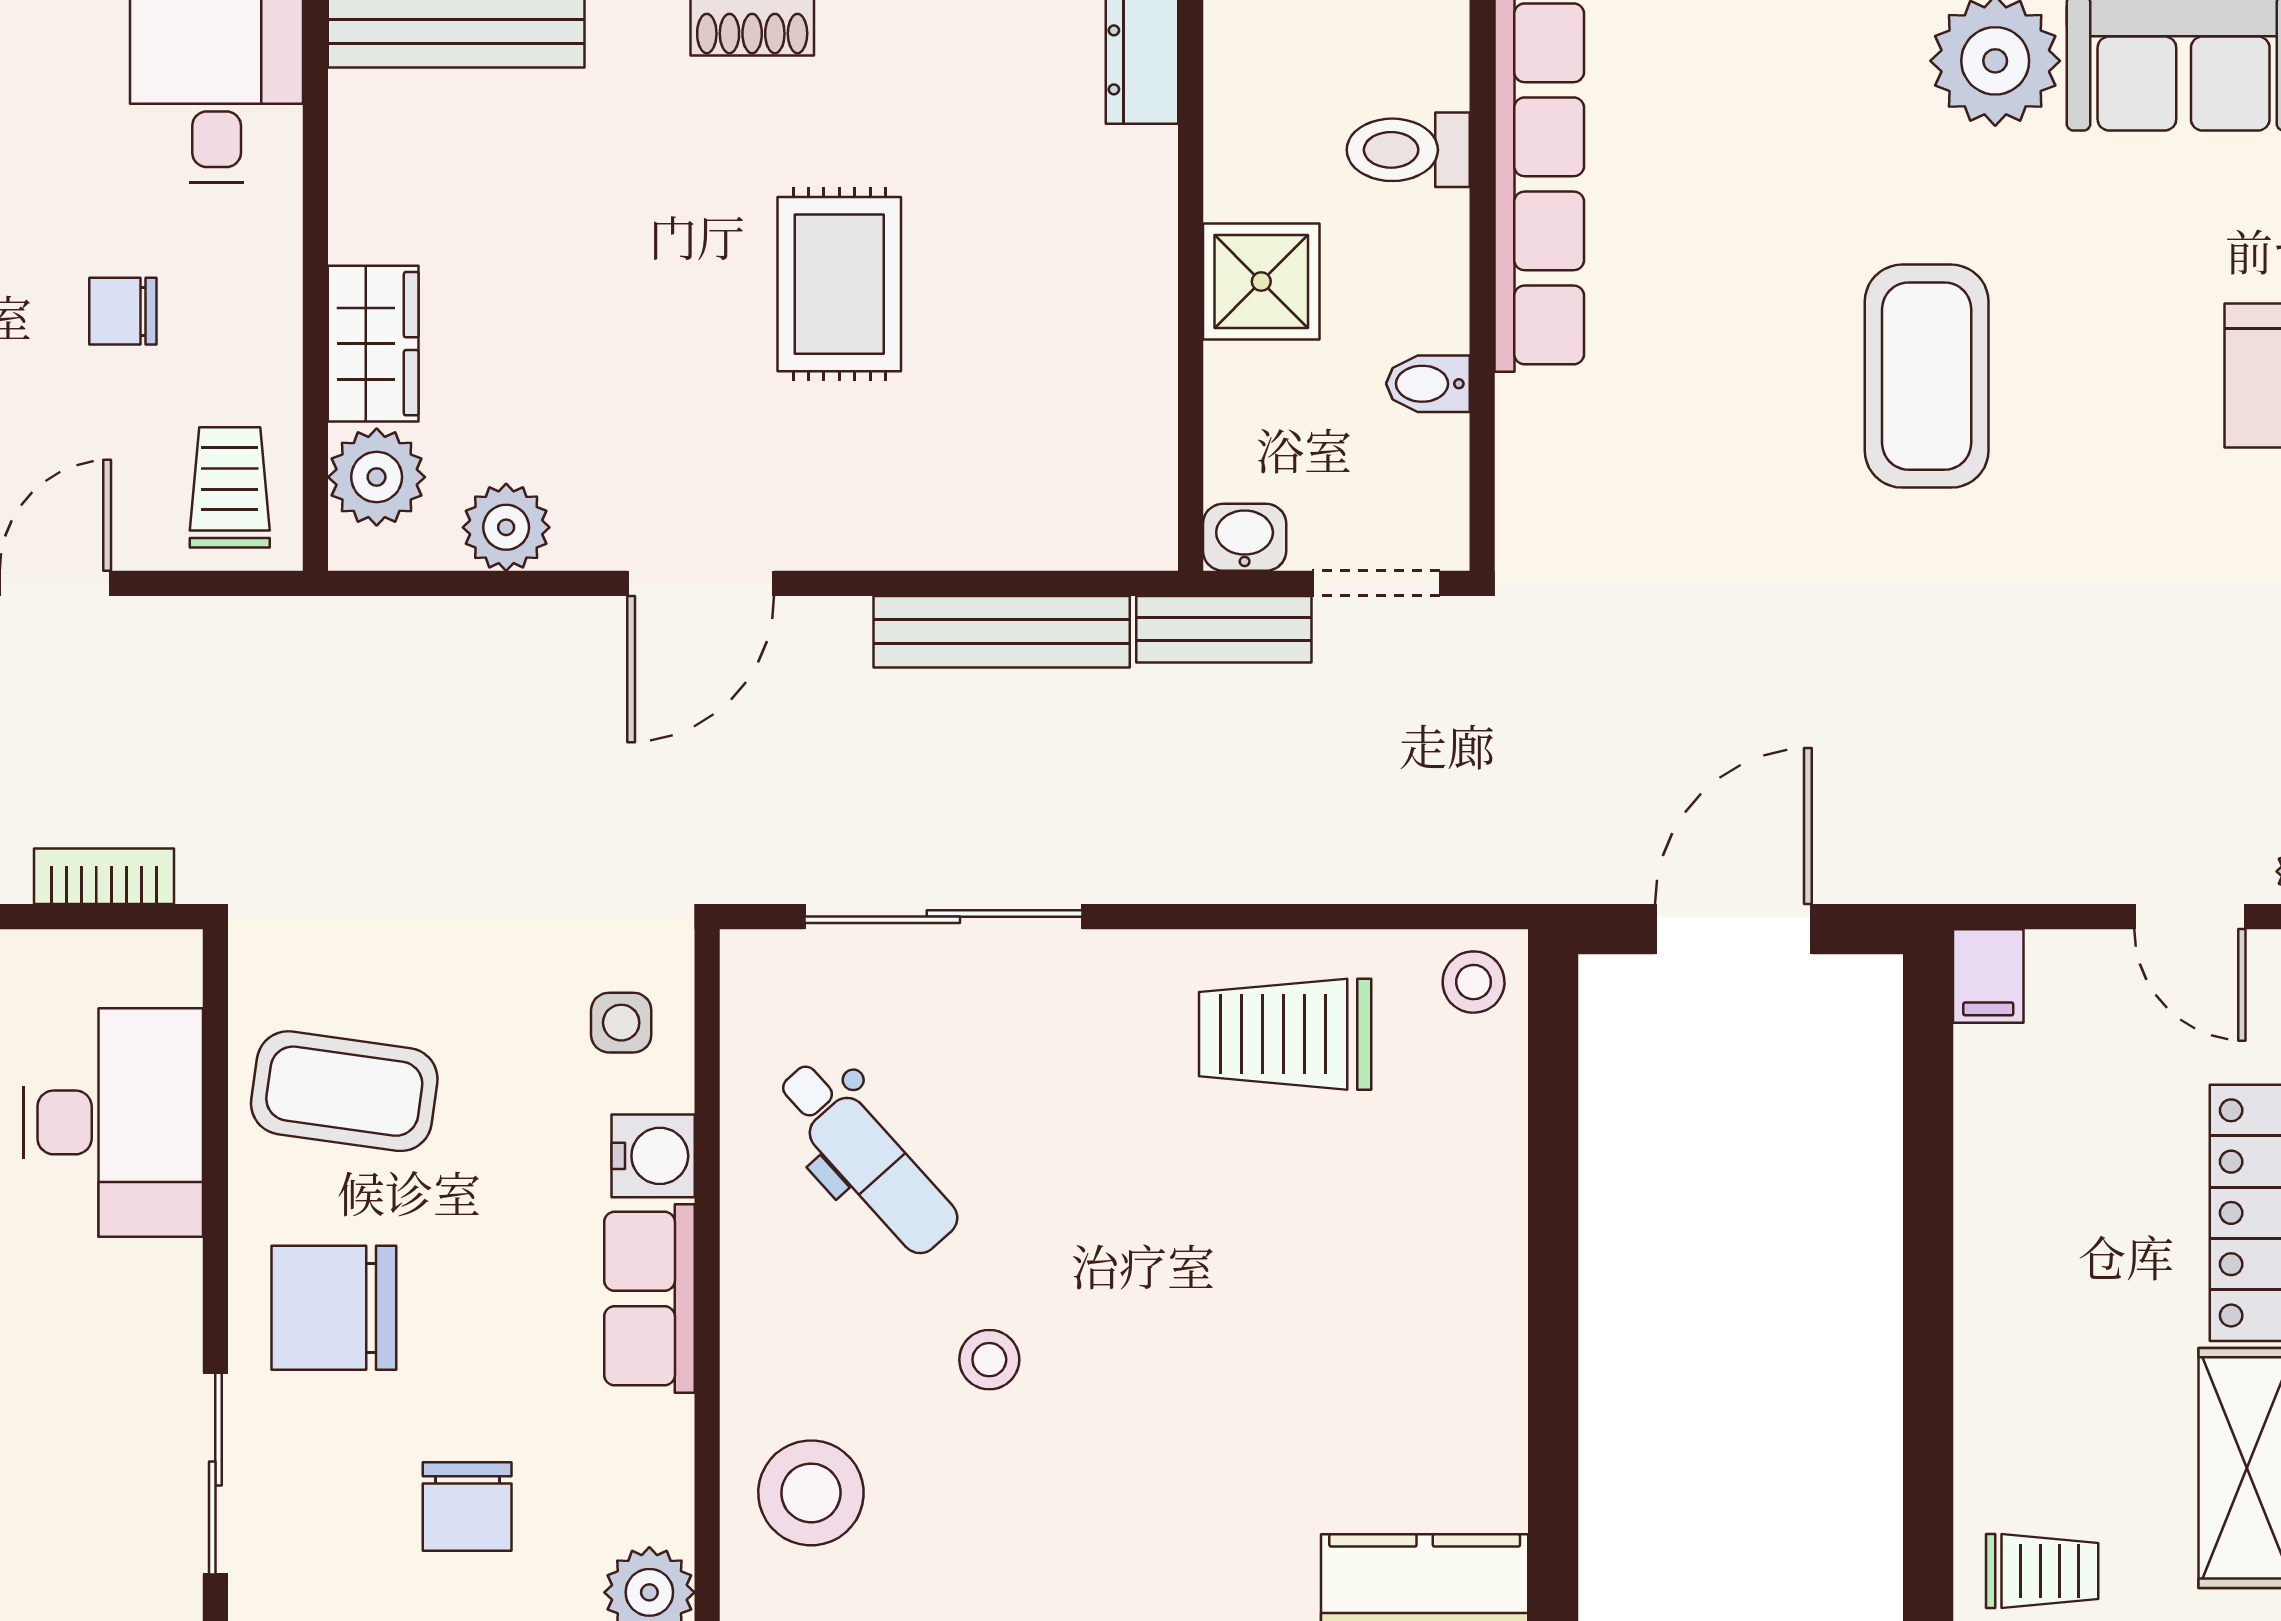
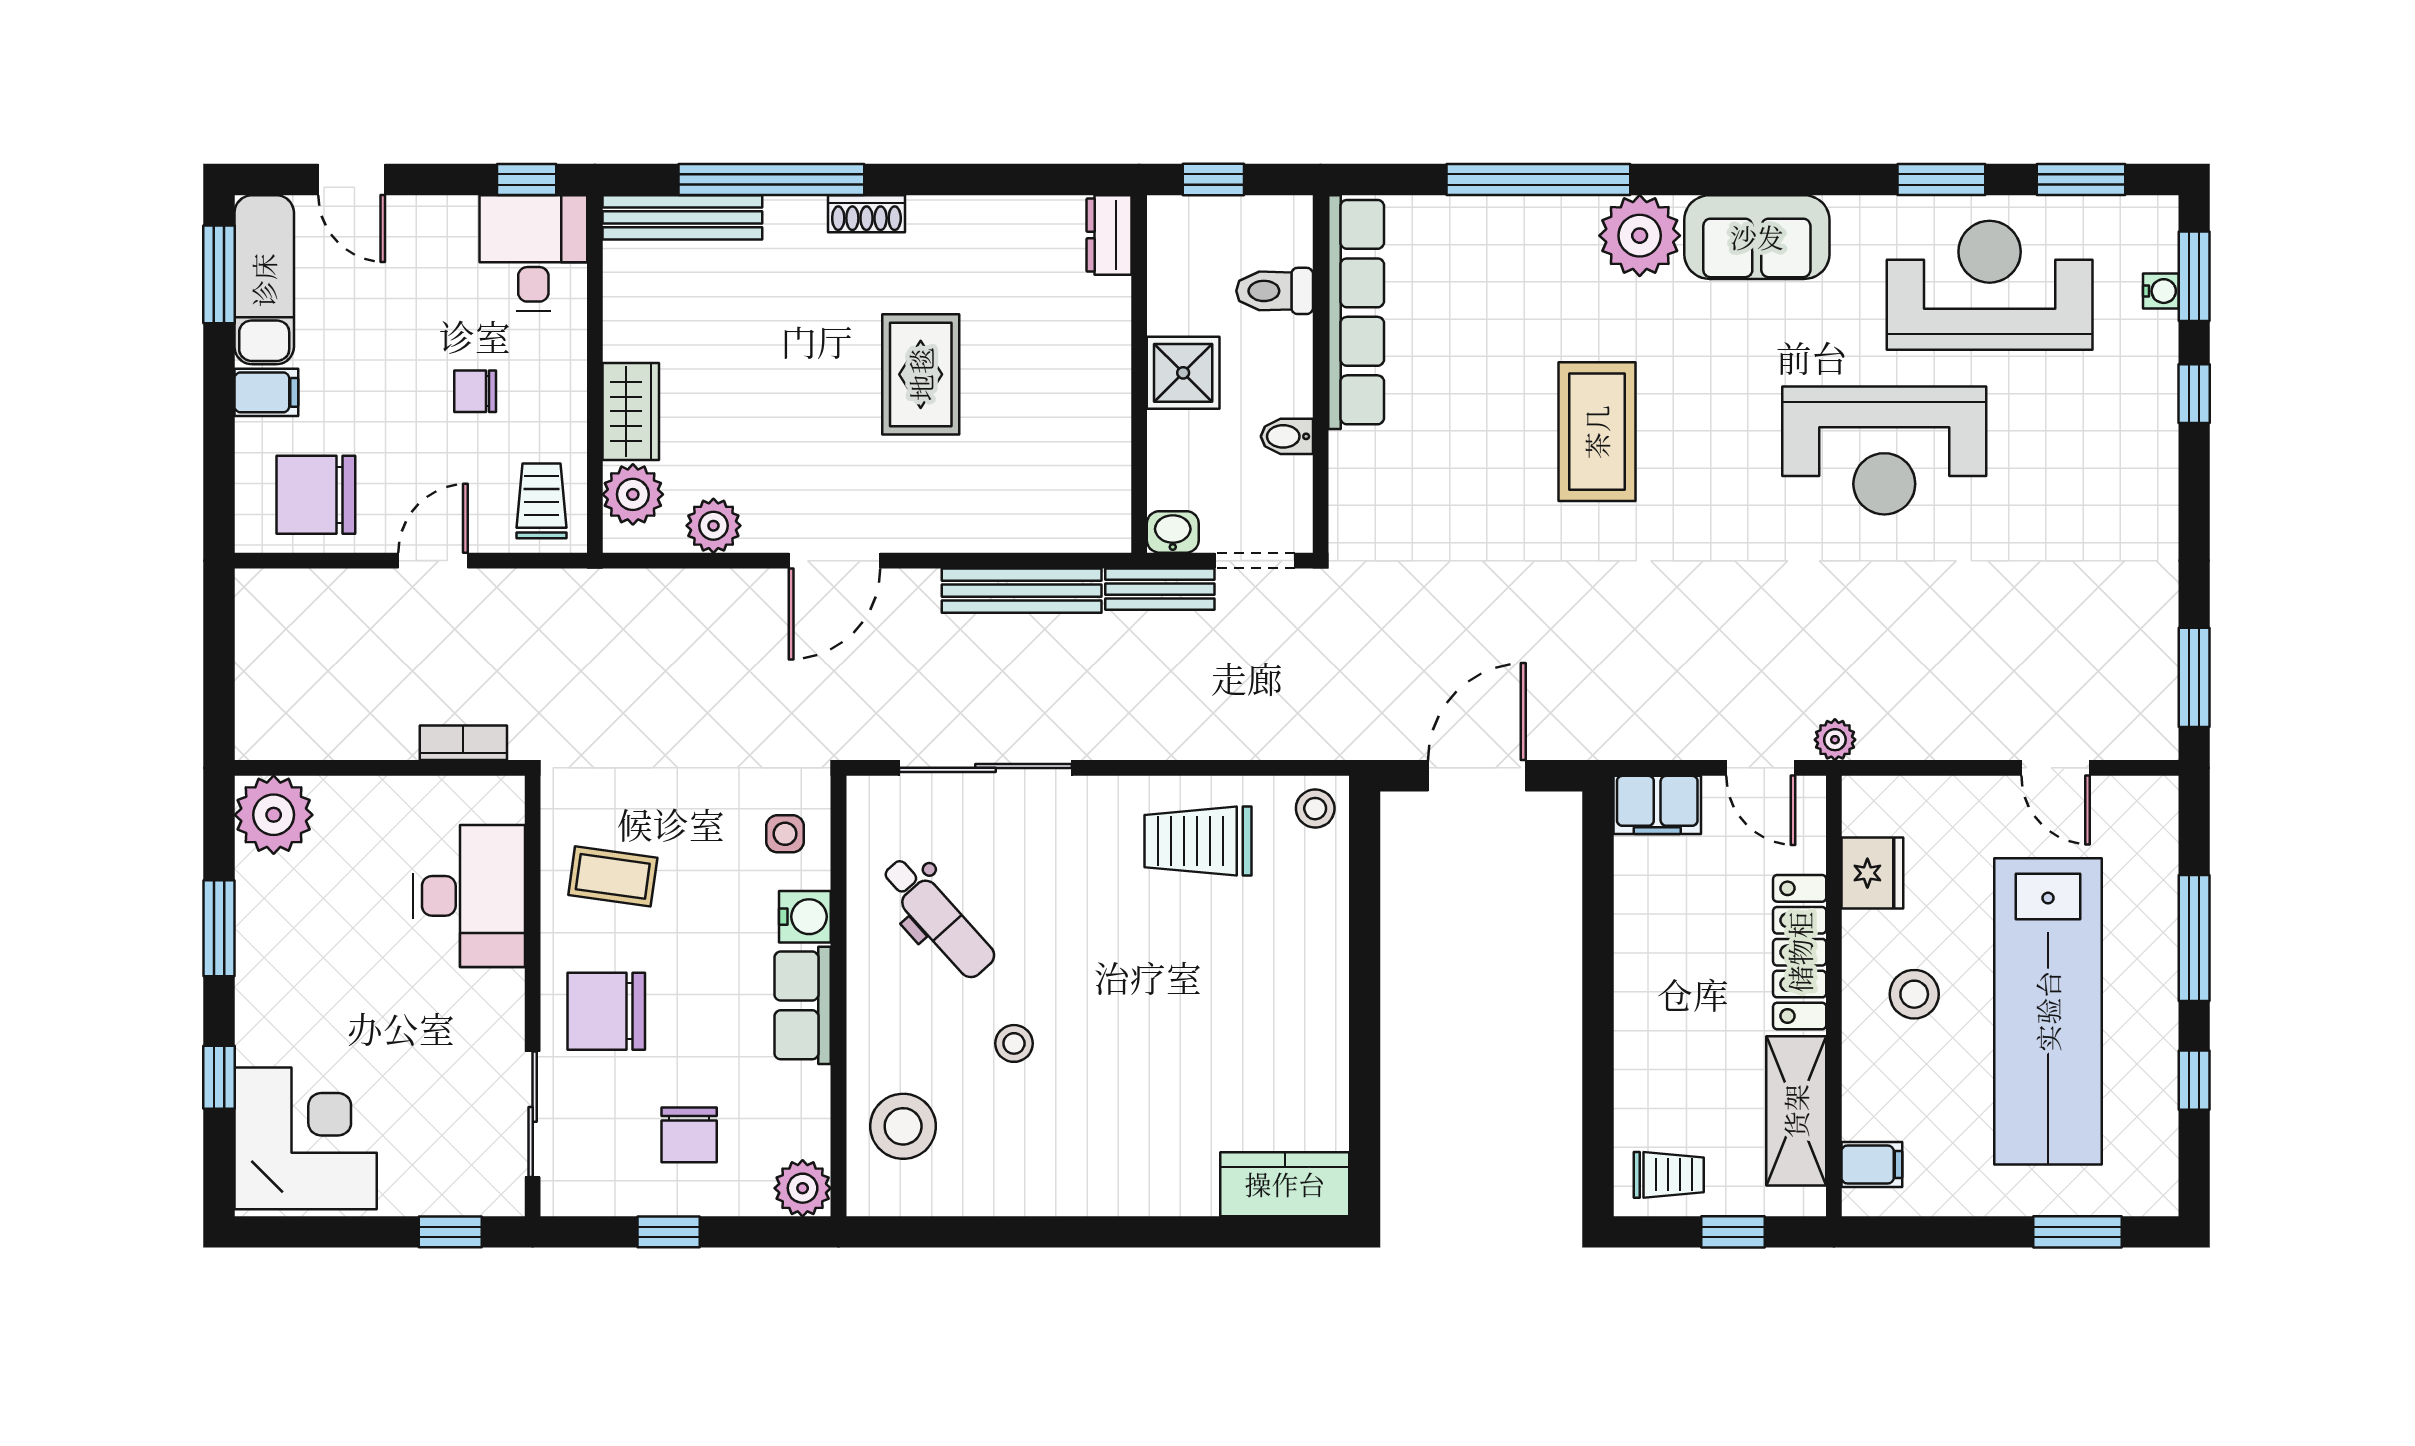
filing cabinet: (1988, 976) -> (1657, 805), width x2.00
coffee table: (344, 1091) -> (613, 876), width x0.73, depth x0.77

